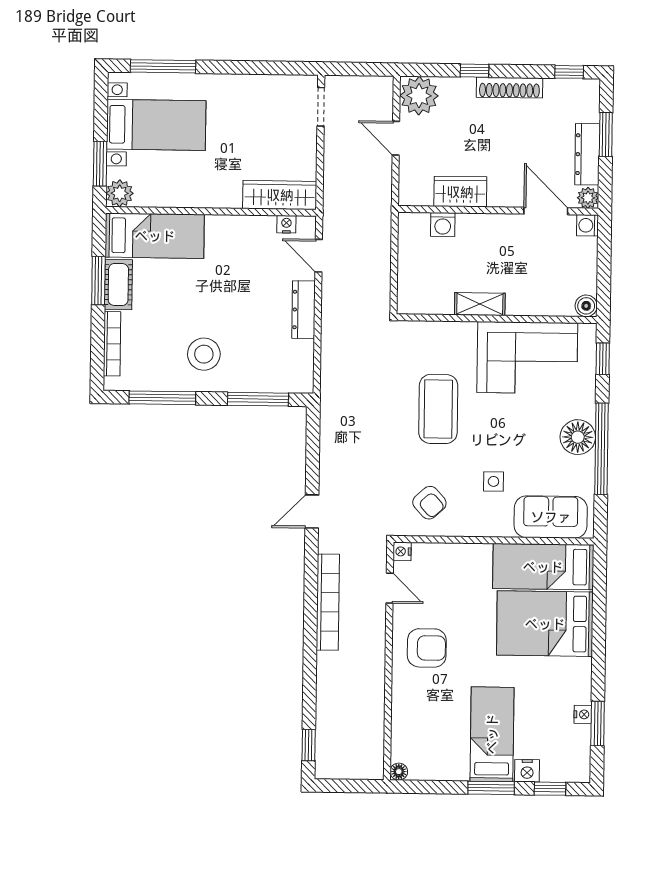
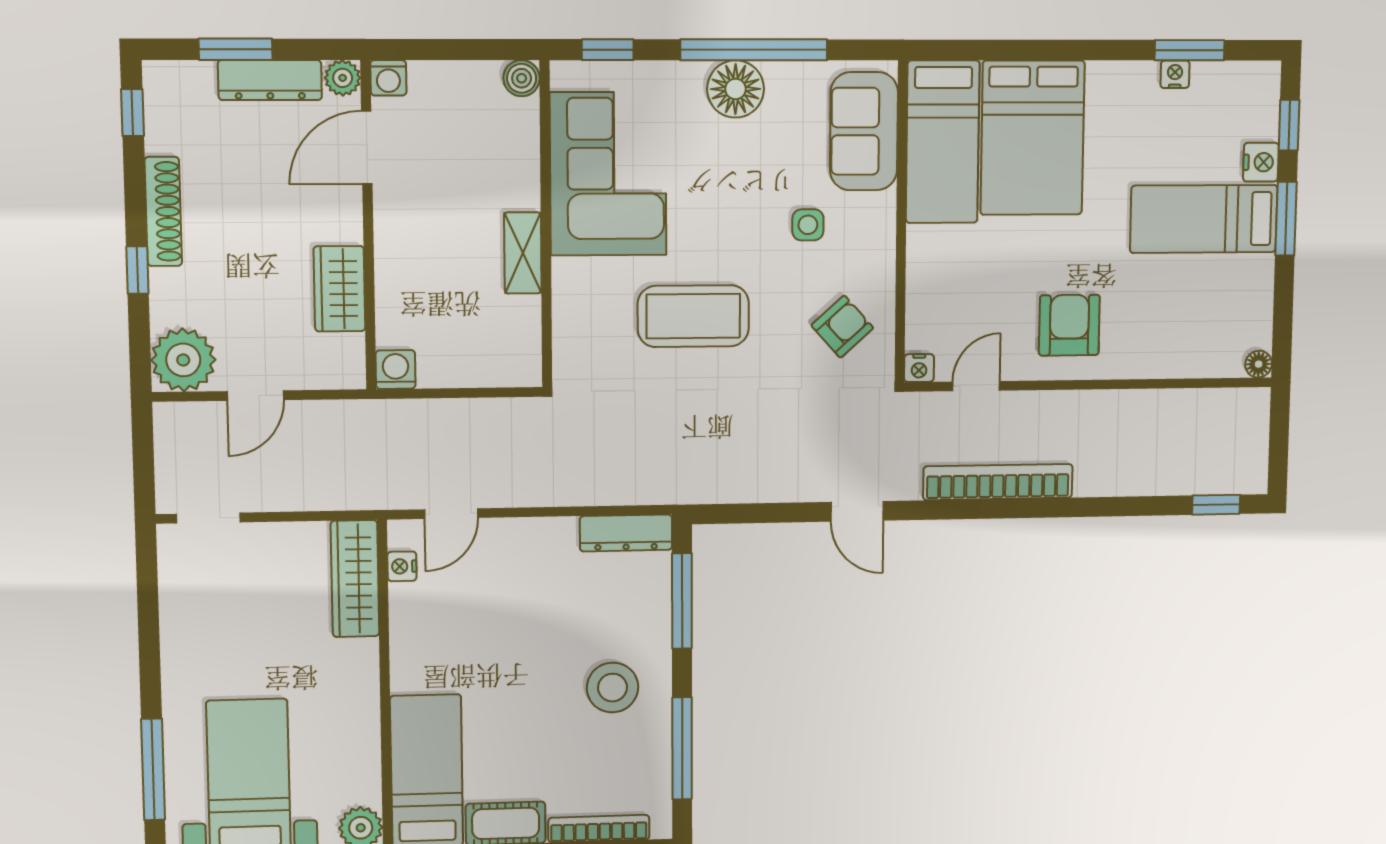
washing machine: (443, 225) -> (396, 370), moved, turned -90
dresser: (304, 310) -> (626, 533), moved

